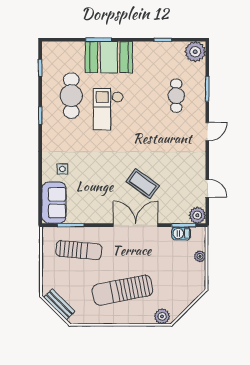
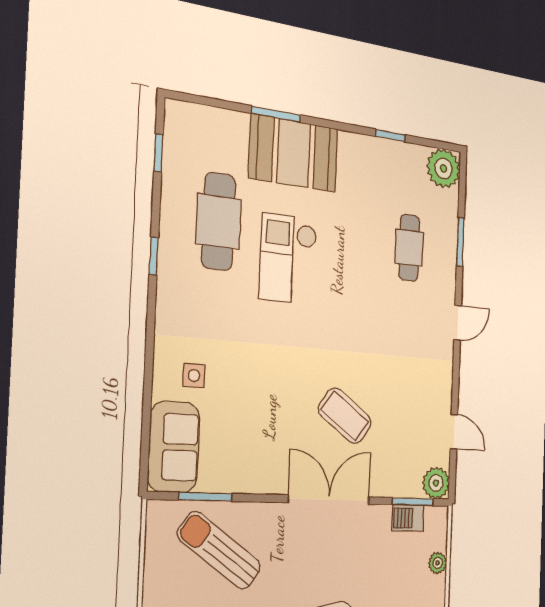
sun lounger: (79, 250) -> (219, 550), turned -149

